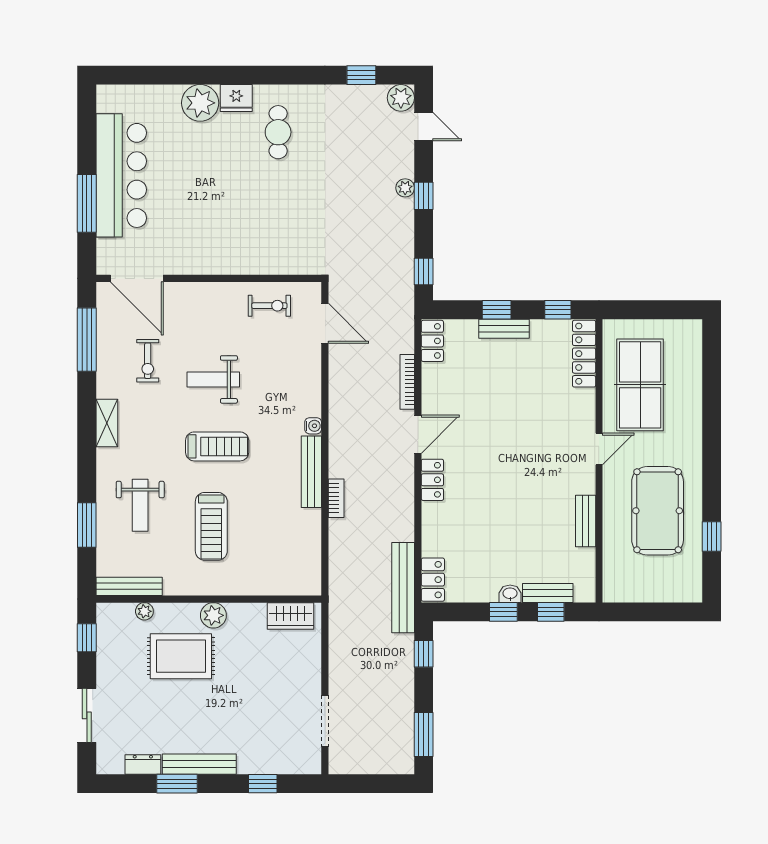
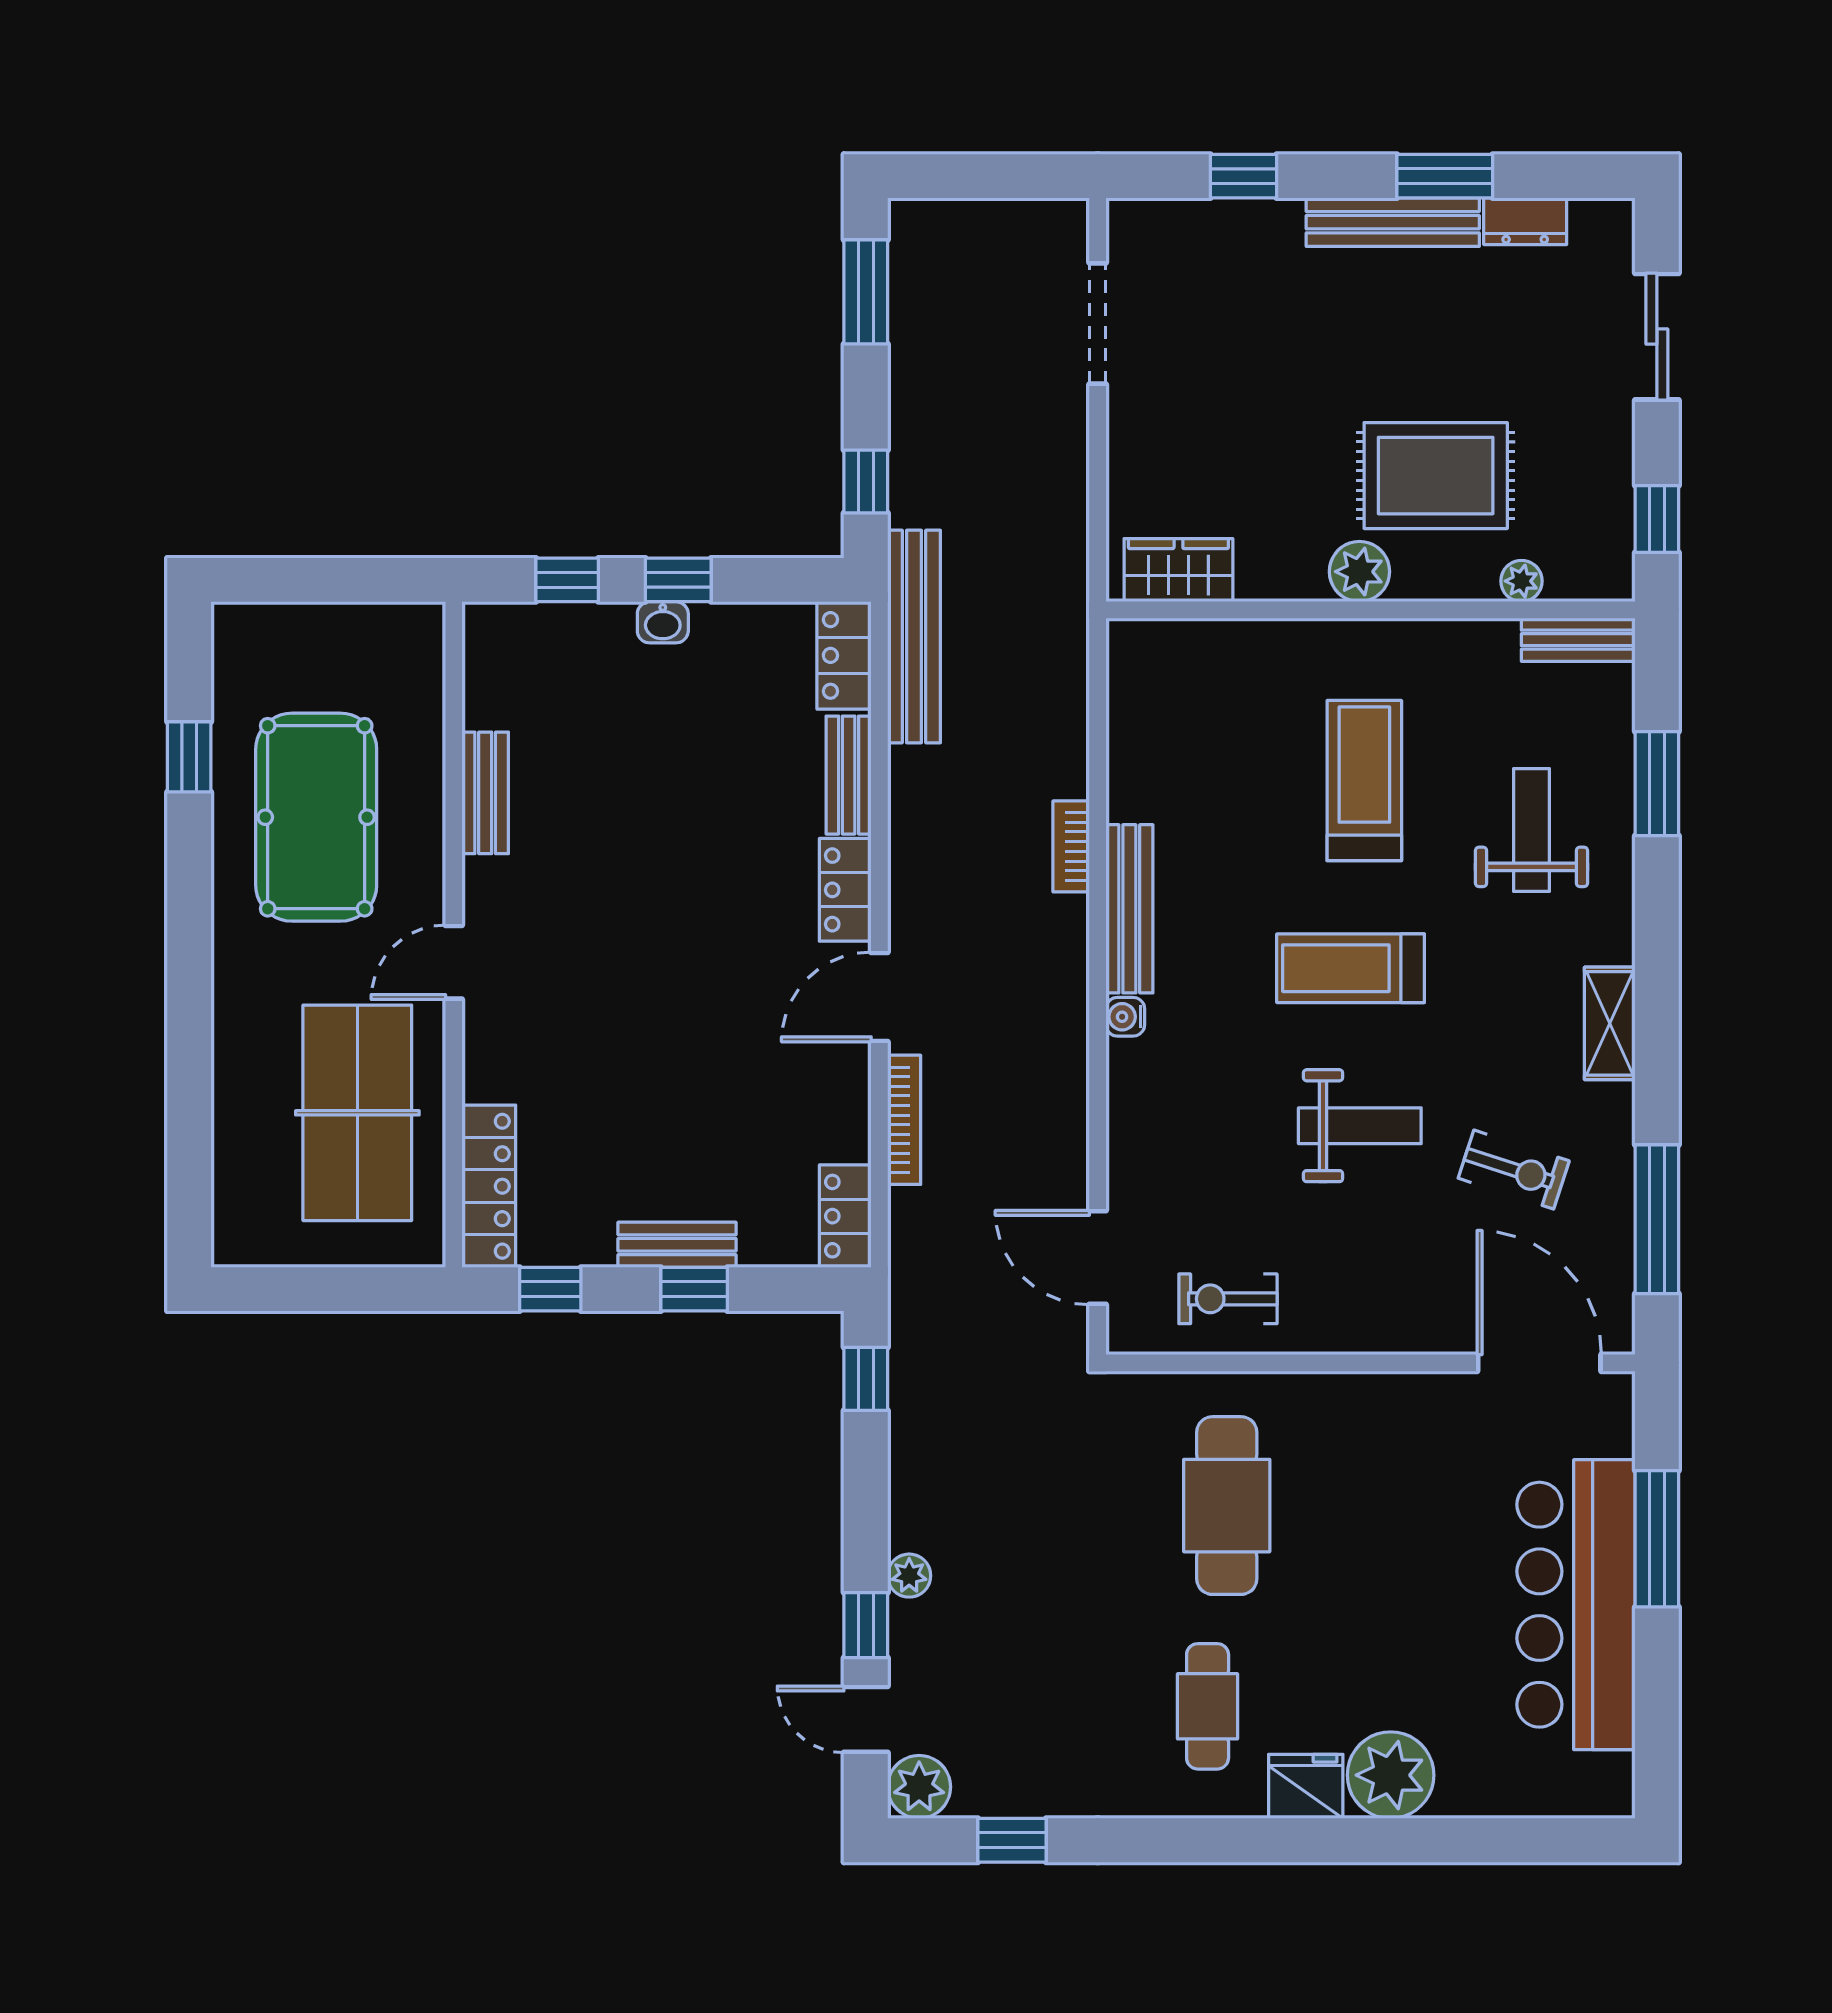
window: (424, 196) -> (866, 1625), moved
cafe table: (270, 218) -> (1227, 1506), added
exercise bike: (148, 361) -> (1514, 1170), turned 108
bench: (129, 586) -> (1578, 640), width x0.73
bench: (548, 593) -> (849, 775), moved, turned 90

